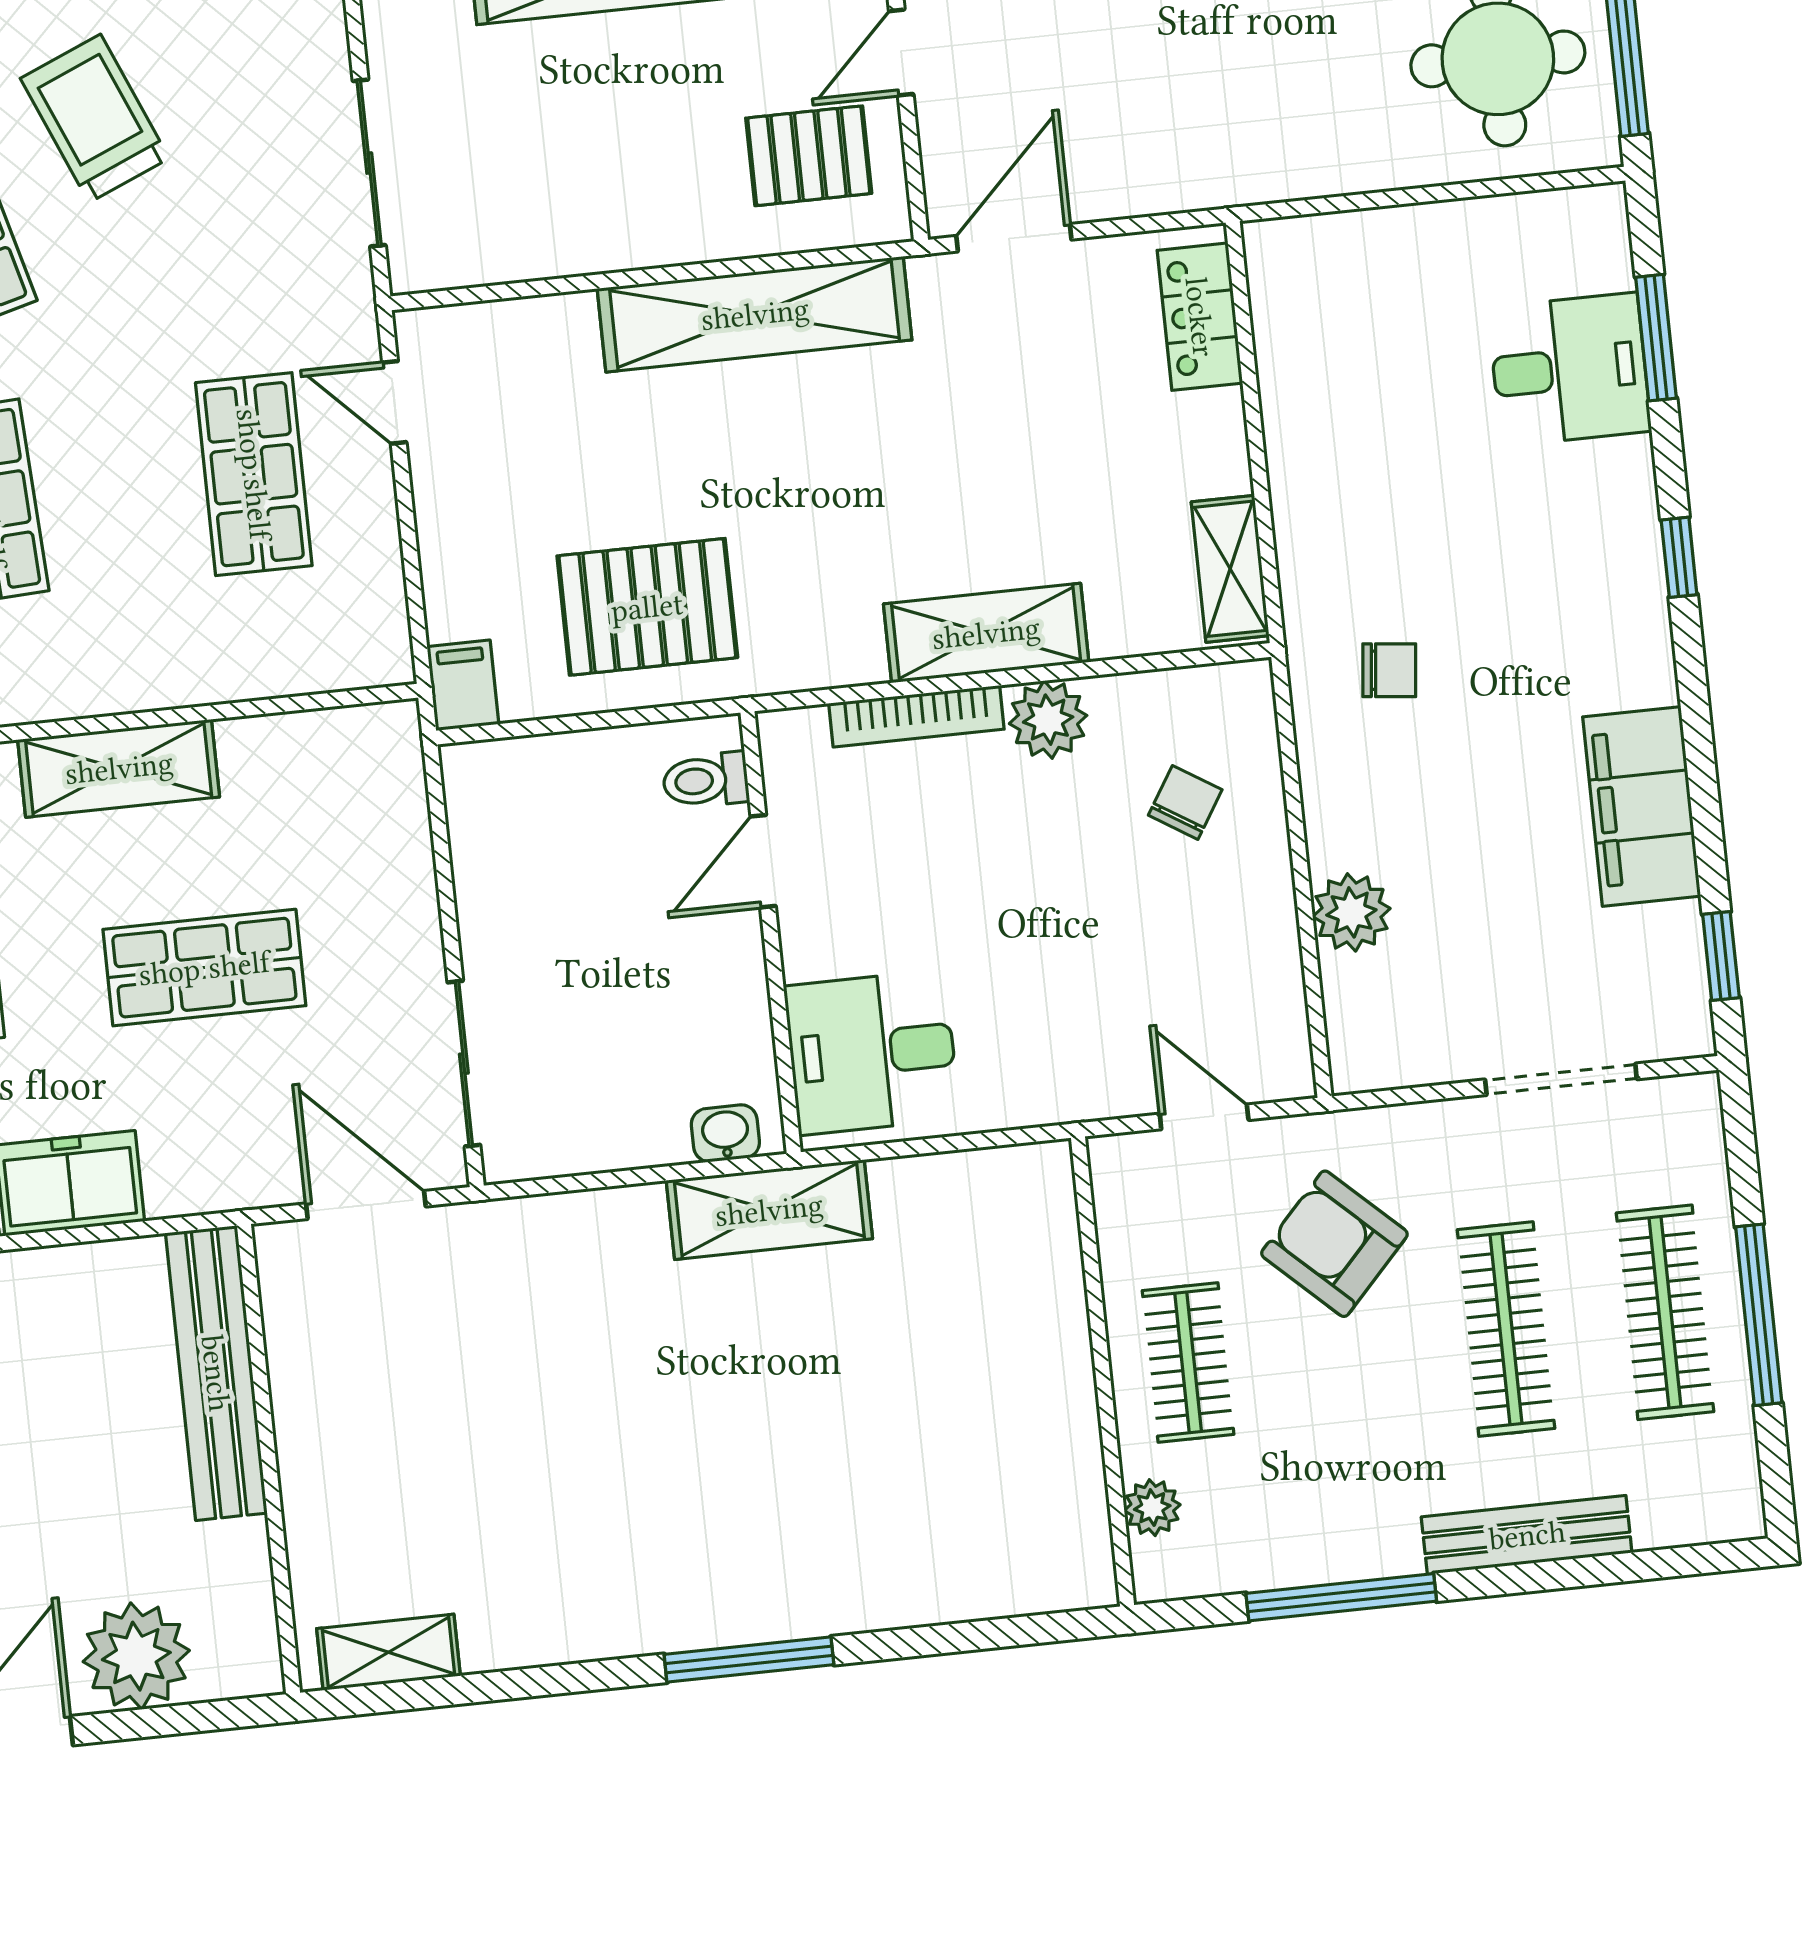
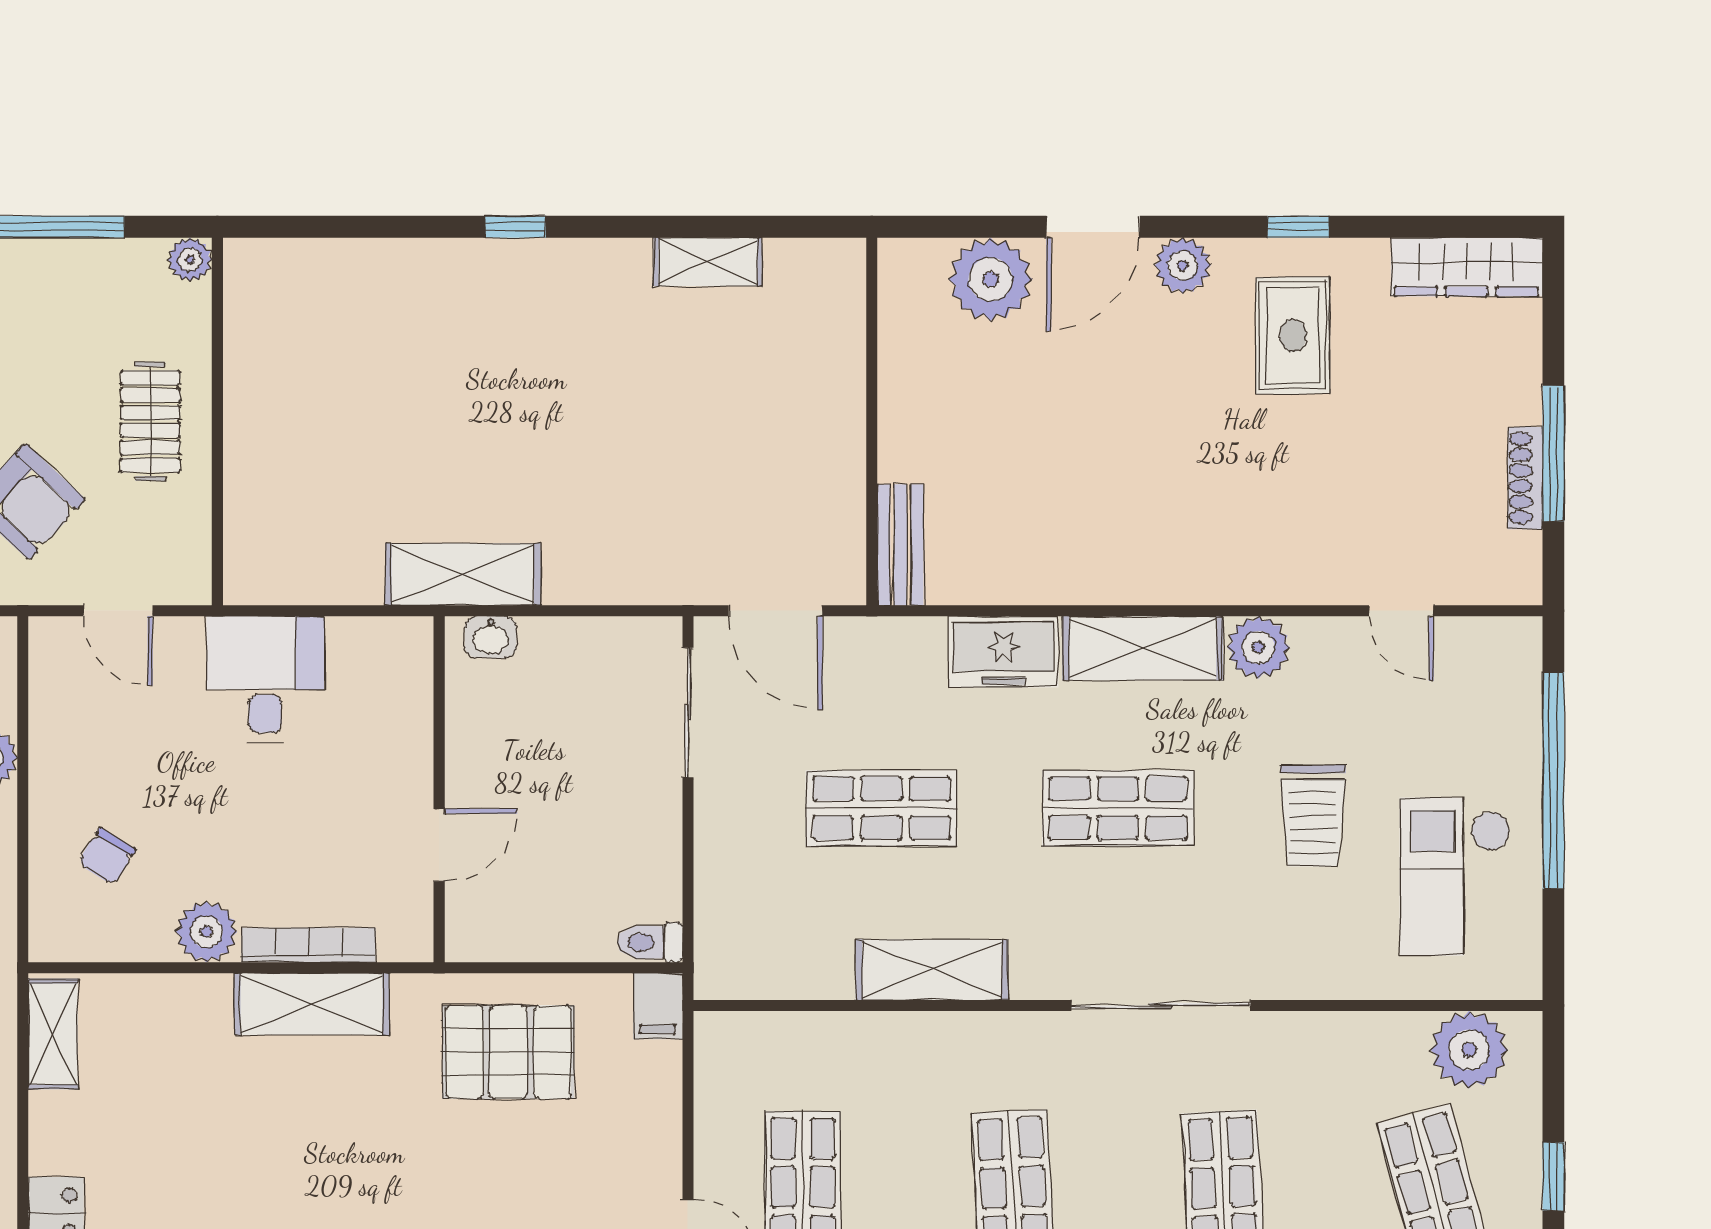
shelving: (986, 633) -> (312, 1004), moved
toilet: (706, 780) -> (650, 942), moved, turned 180
desk: (872, 1052) -> (265, 679), moved, turned -90
bench: (216, 1373) -> (900, 545), width x0.54, depth x0.82
plant: (1152, 1508) -> (190, 260), moved
shelving: (388, 1652) -> (708, 262), moved
window: (749, 1660) -> (515, 227), width x0.46

